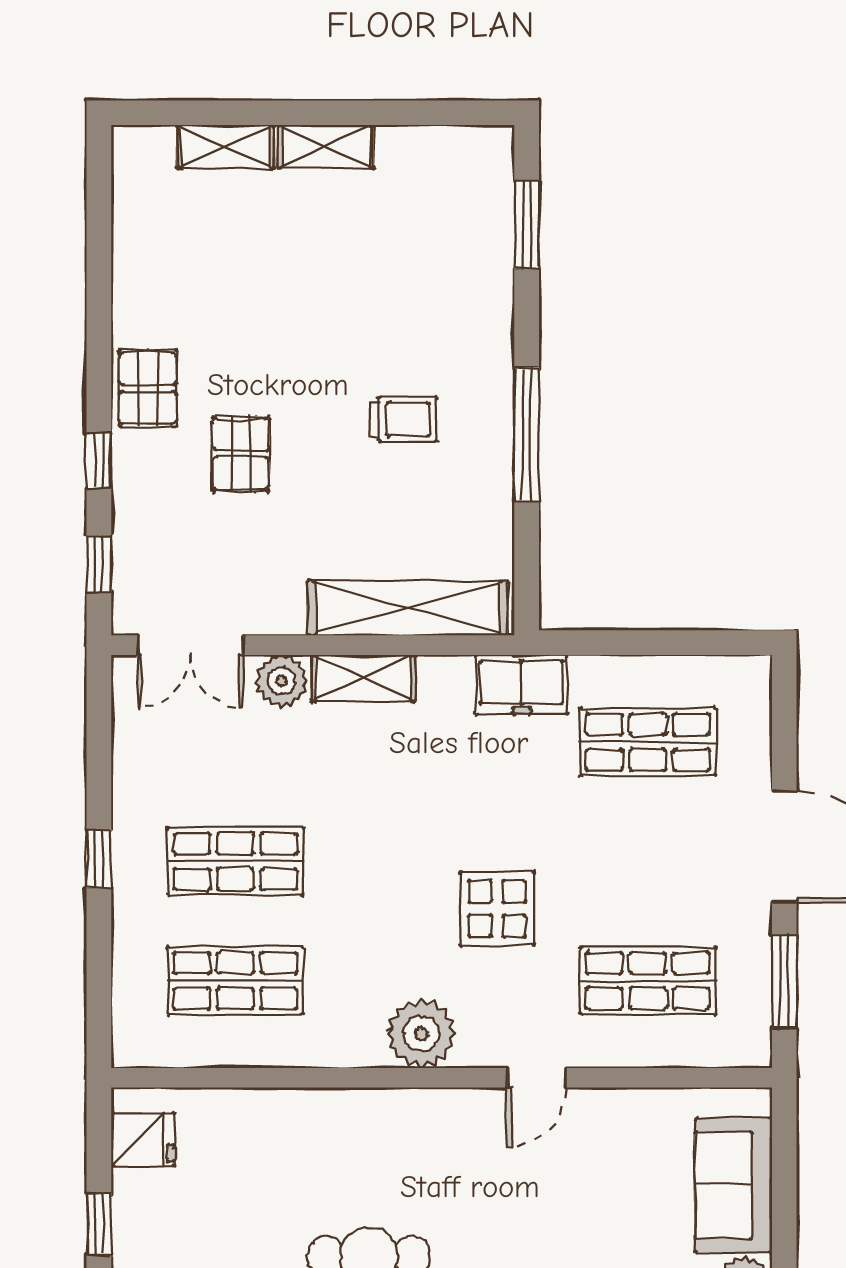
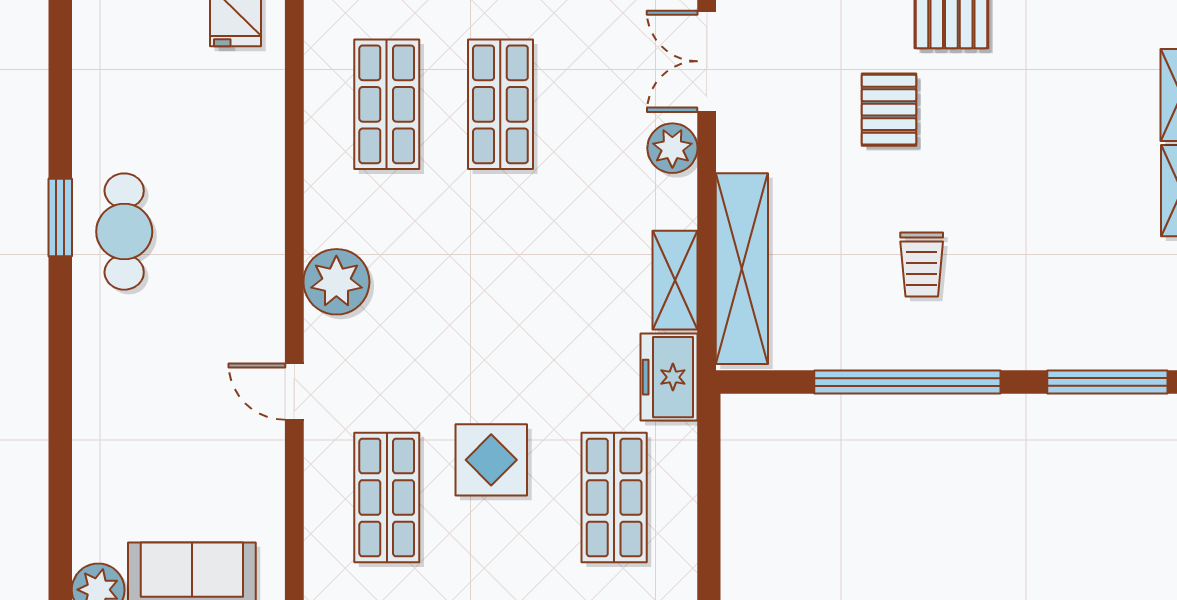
window: (527, 225) -> (1107, 382), width x1.44
window: (527, 435) -> (907, 382), width x1.46
pallet: (241, 454) -> (889, 110), turned 90
shelving: (363, 678) -> (675, 280), moved
display table: (497, 909) -> (491, 460), moved

